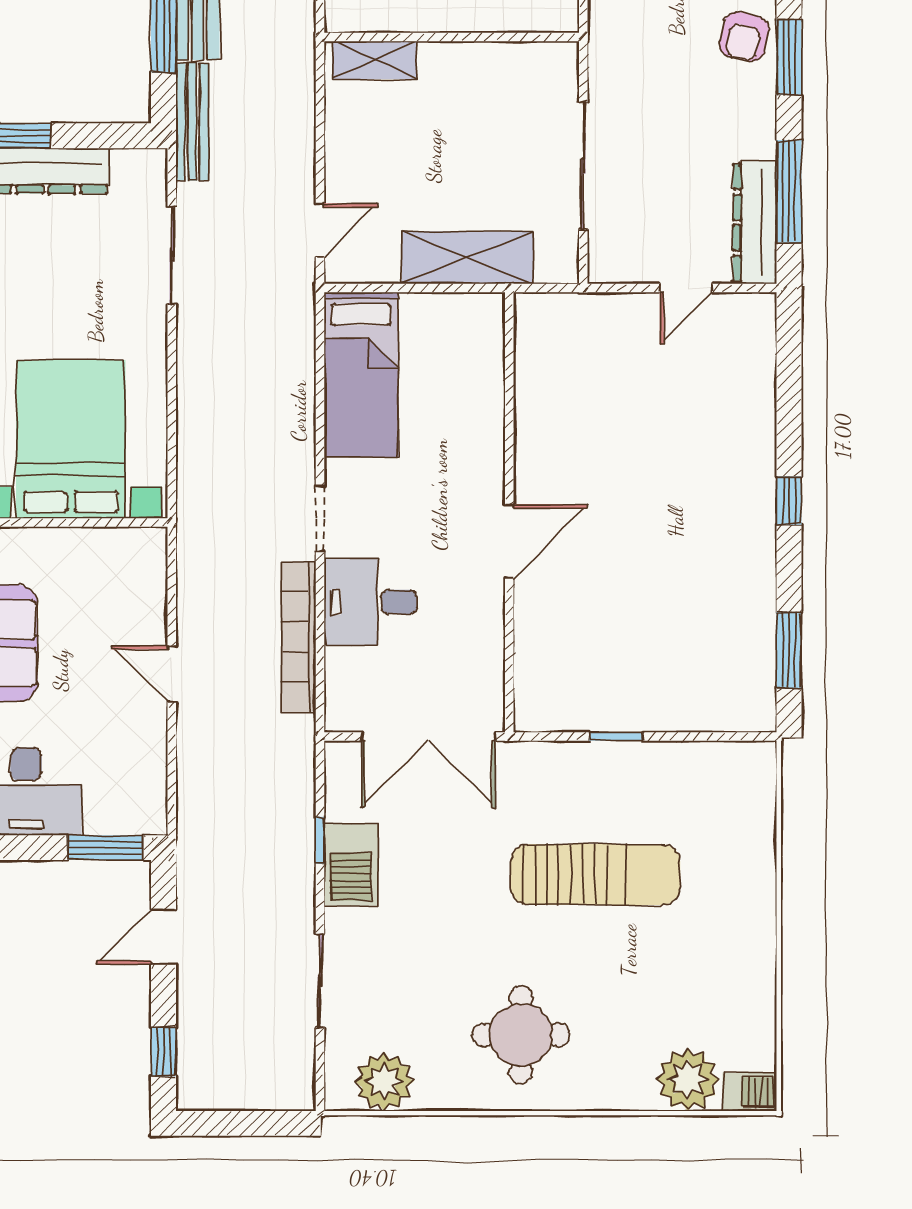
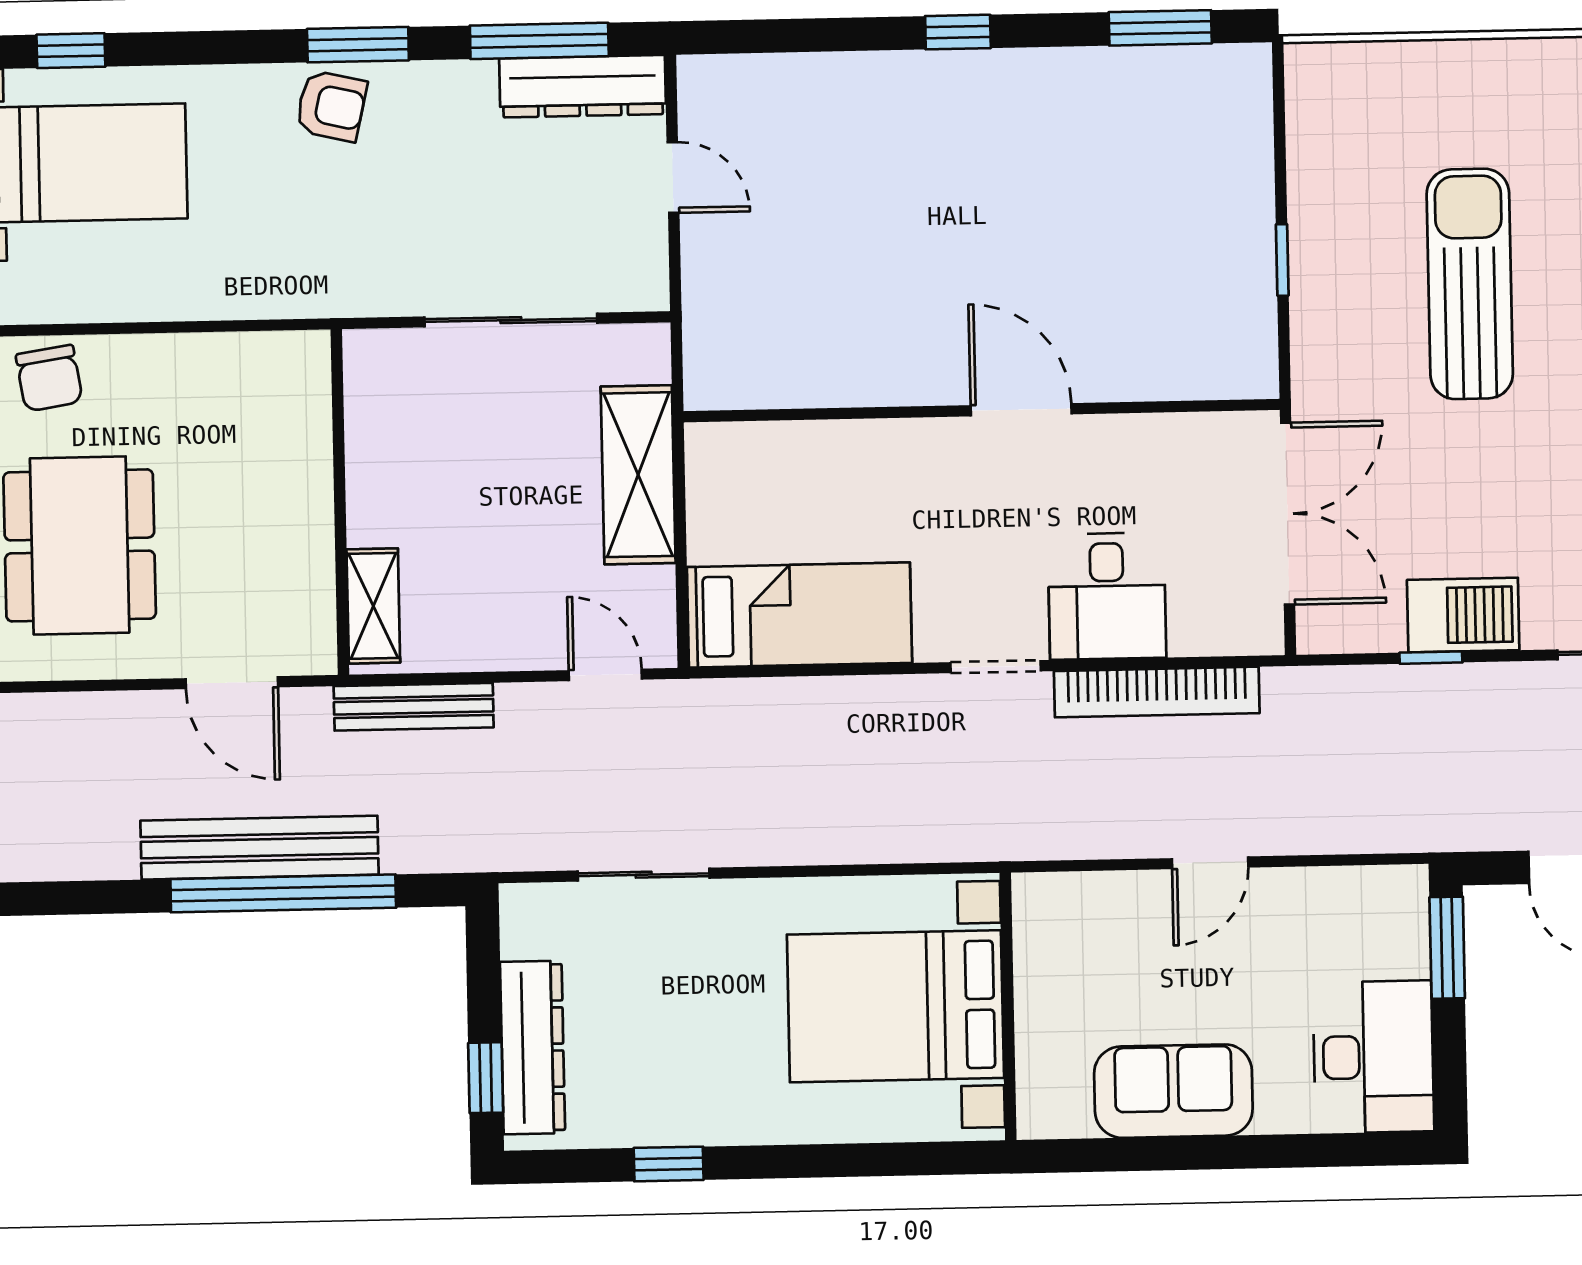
bench: (192, 122) -> (414, 707), moved

